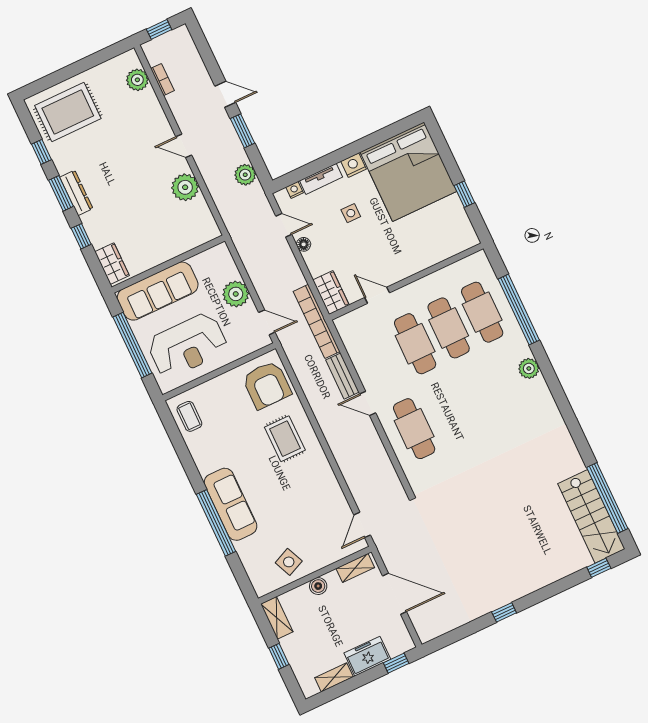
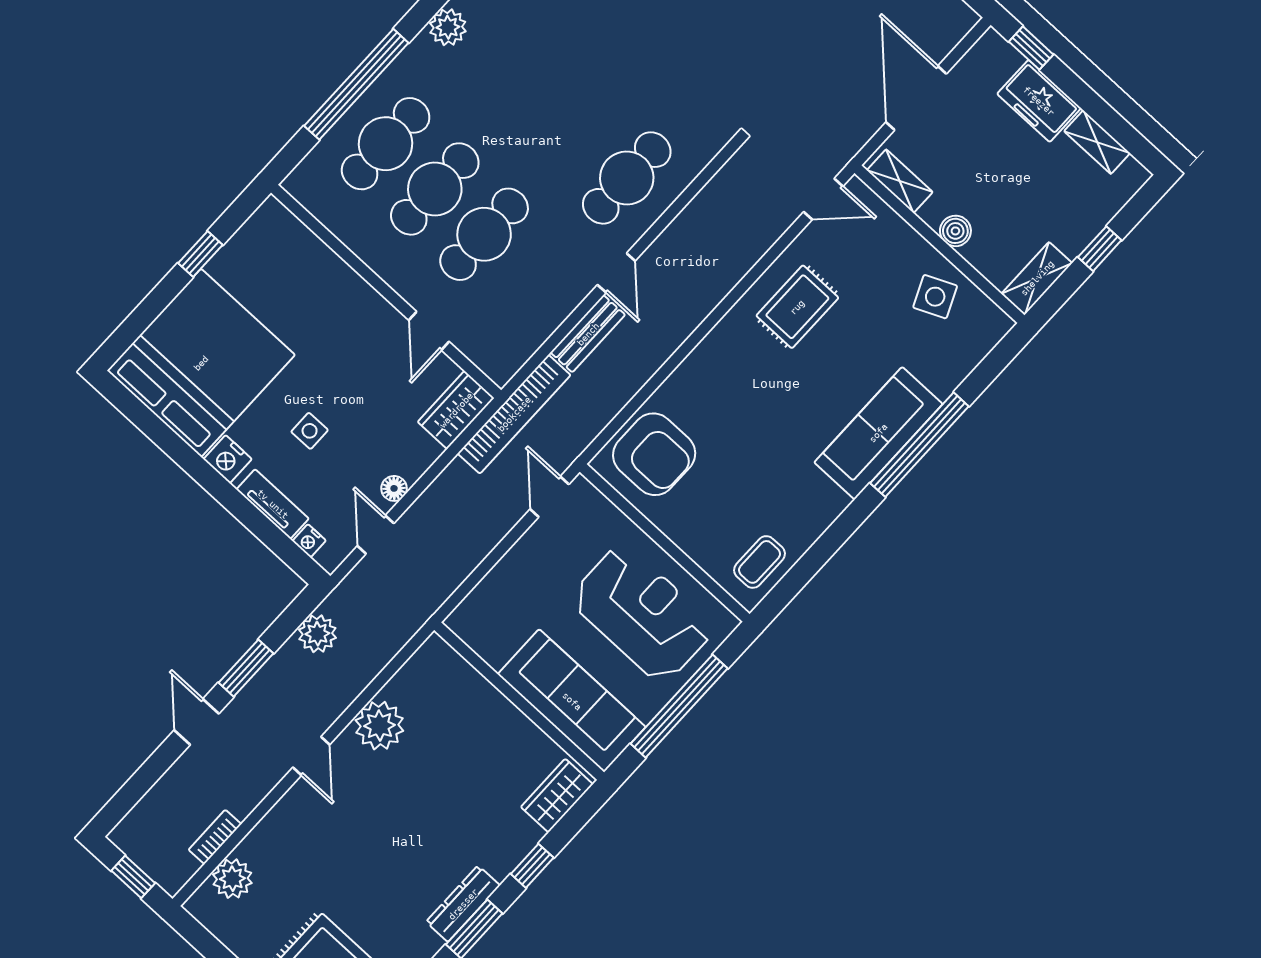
plant: (236, 294) -> (523, 568), removed
armchair: (267, 385) -> (654, 454), turned 90
rug: (285, 439) -> (797, 307), moved

